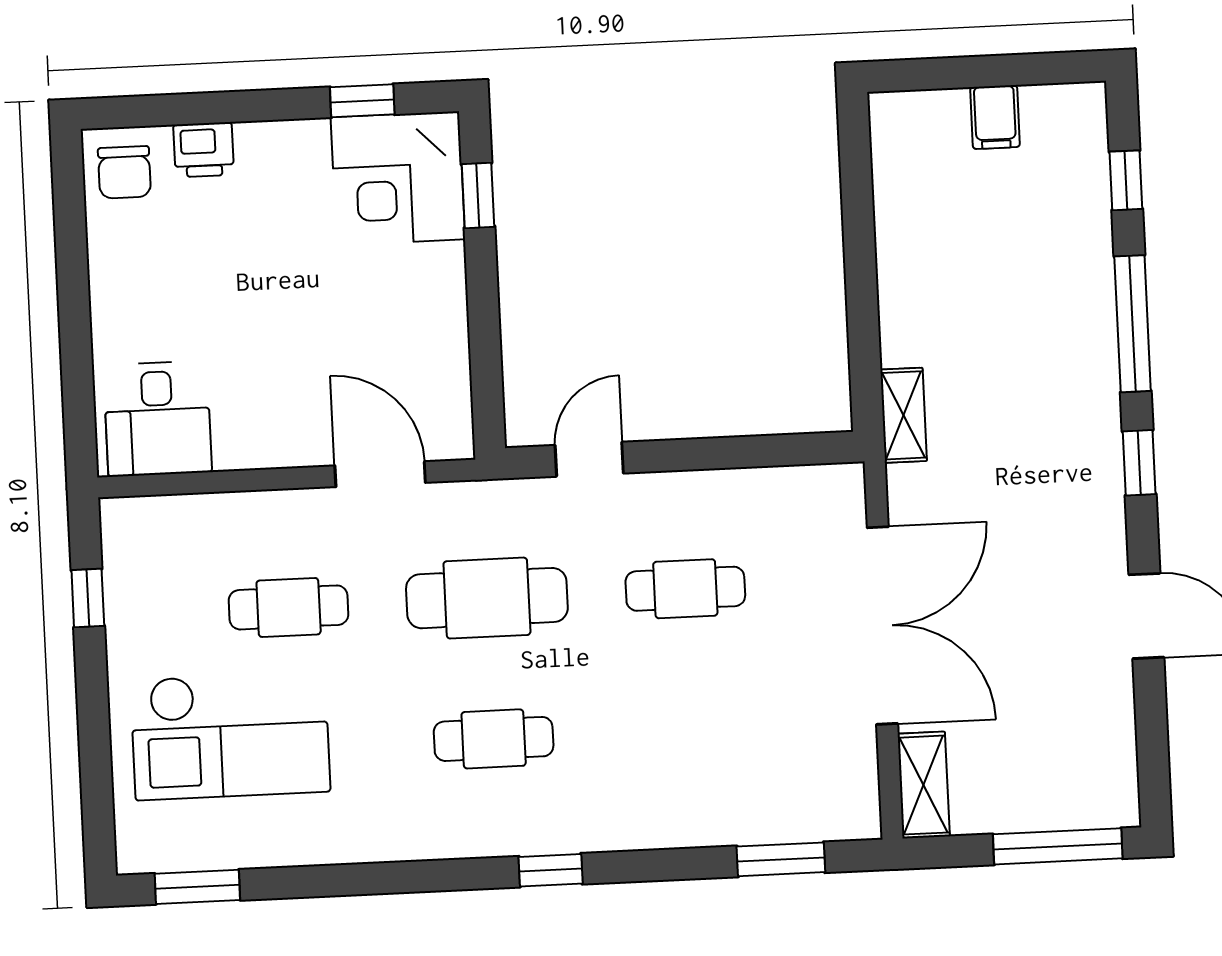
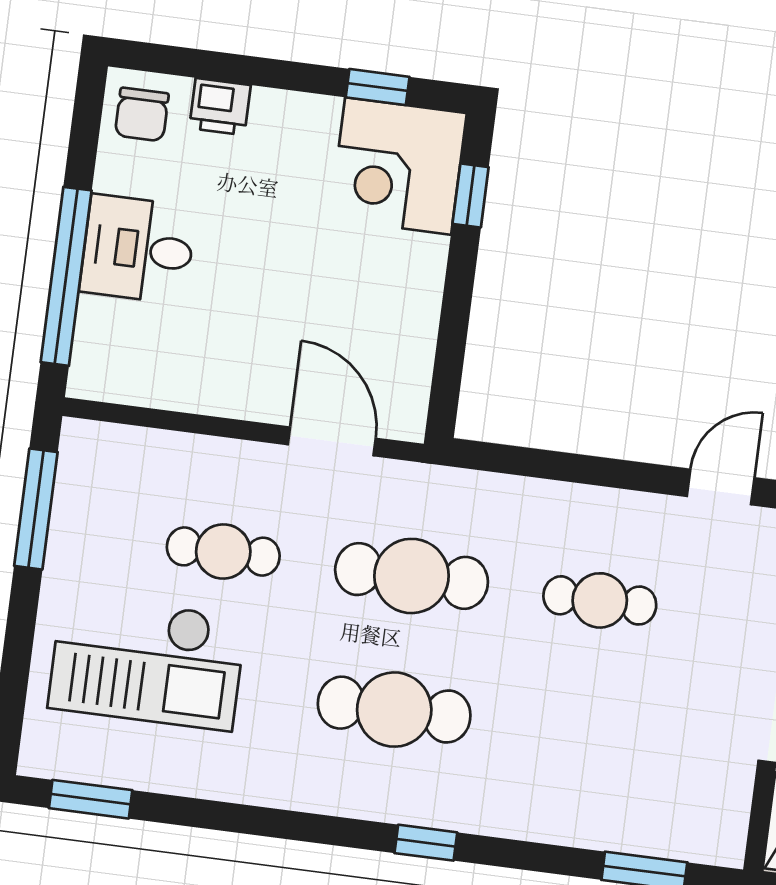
window: (76, 353) -> (66, 276), added
desk: (158, 419) -> (138, 249), moved, turned 90
door: (589, 459) -> (721, 487), moved
window: (88, 598) -> (36, 509), width x2.17
cafe table: (494, 739) -> (394, 710), width x1.37, depth x1.35

